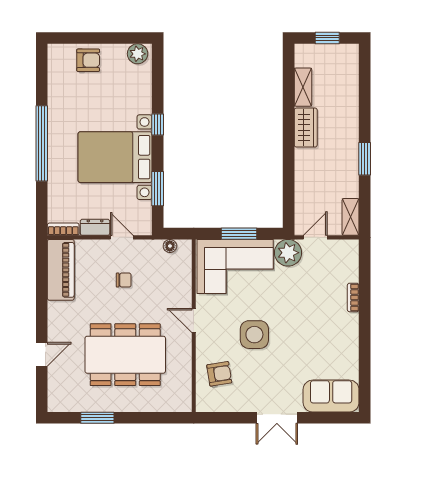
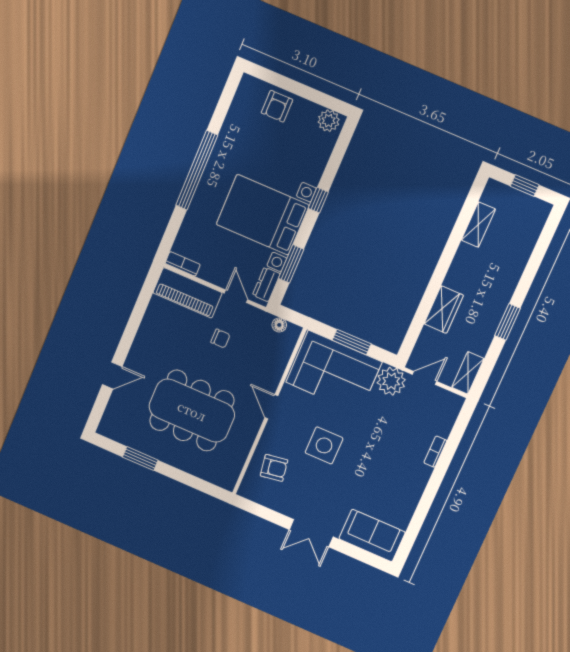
armchair: (88, 60) -> (277, 106), turned 90
wardrobe: (306, 128) -> (444, 310), moved
dresser: (95, 227) -> (266, 284), moved, turned -90
piano: (61, 270) -> (188, 293), moved, turned 90

